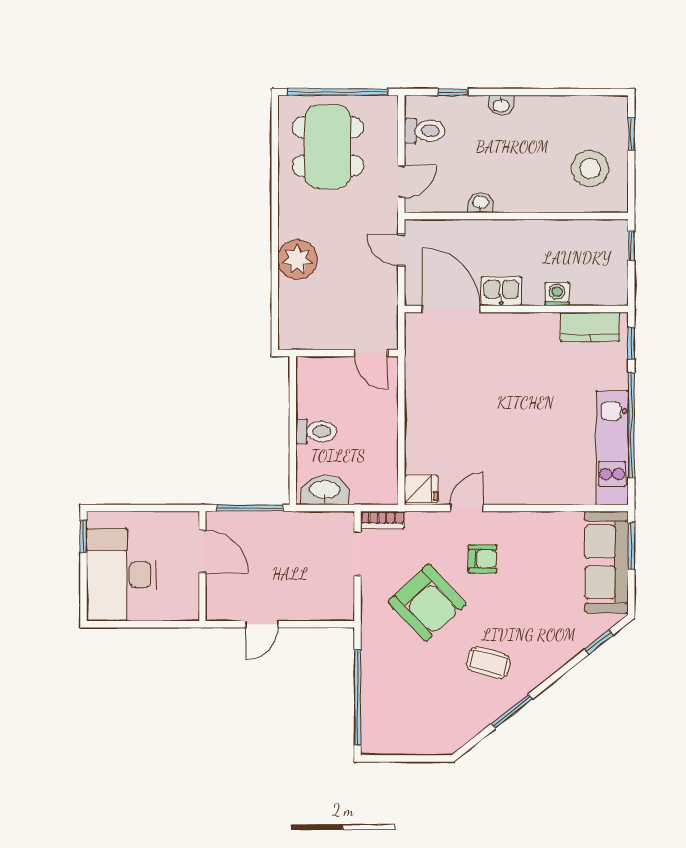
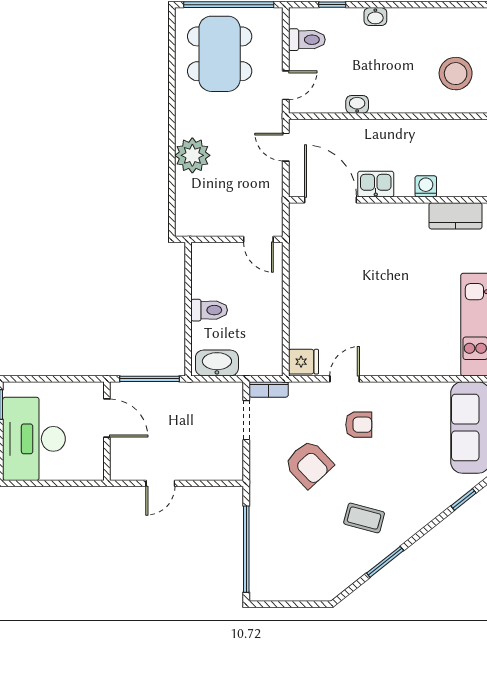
armchair: (427, 603) -> (309, 464), width x0.73, depth x0.73

